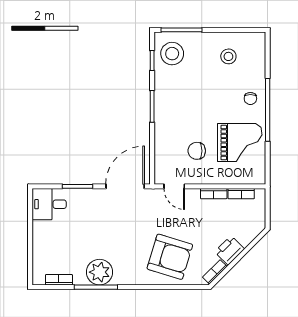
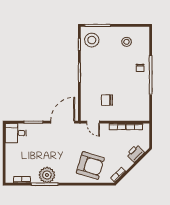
grand piano: (240, 143) -> (133, 95), removed
printer: (230, 250) -> (135, 153), moved

